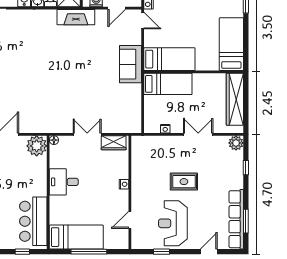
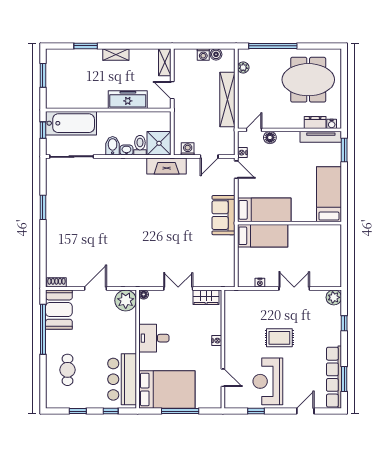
wardrobe: (235, 99) -> (333, 252), removed
door: (130, 220) -> (223, 378), swing flipped
bed: (76, 237) -> (167, 389), width x1.50

